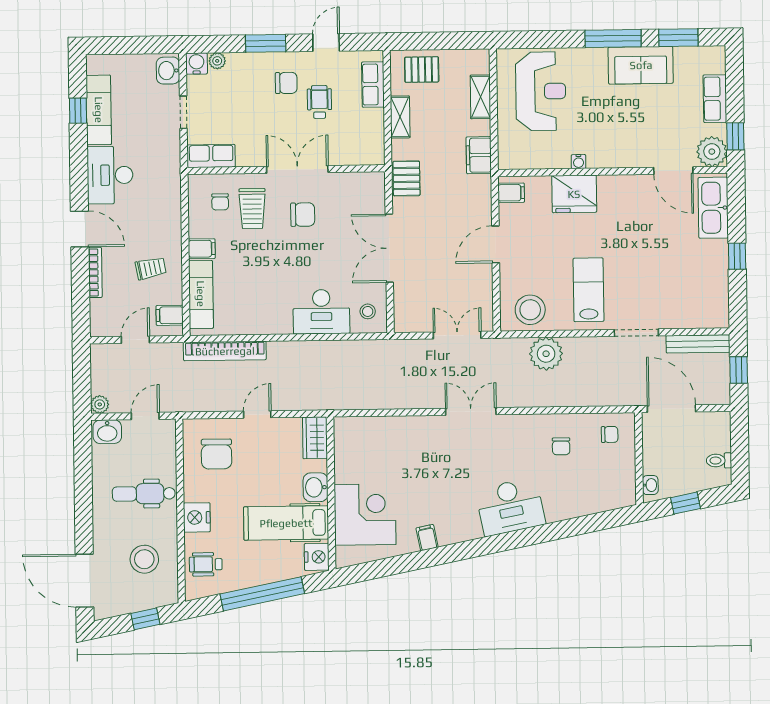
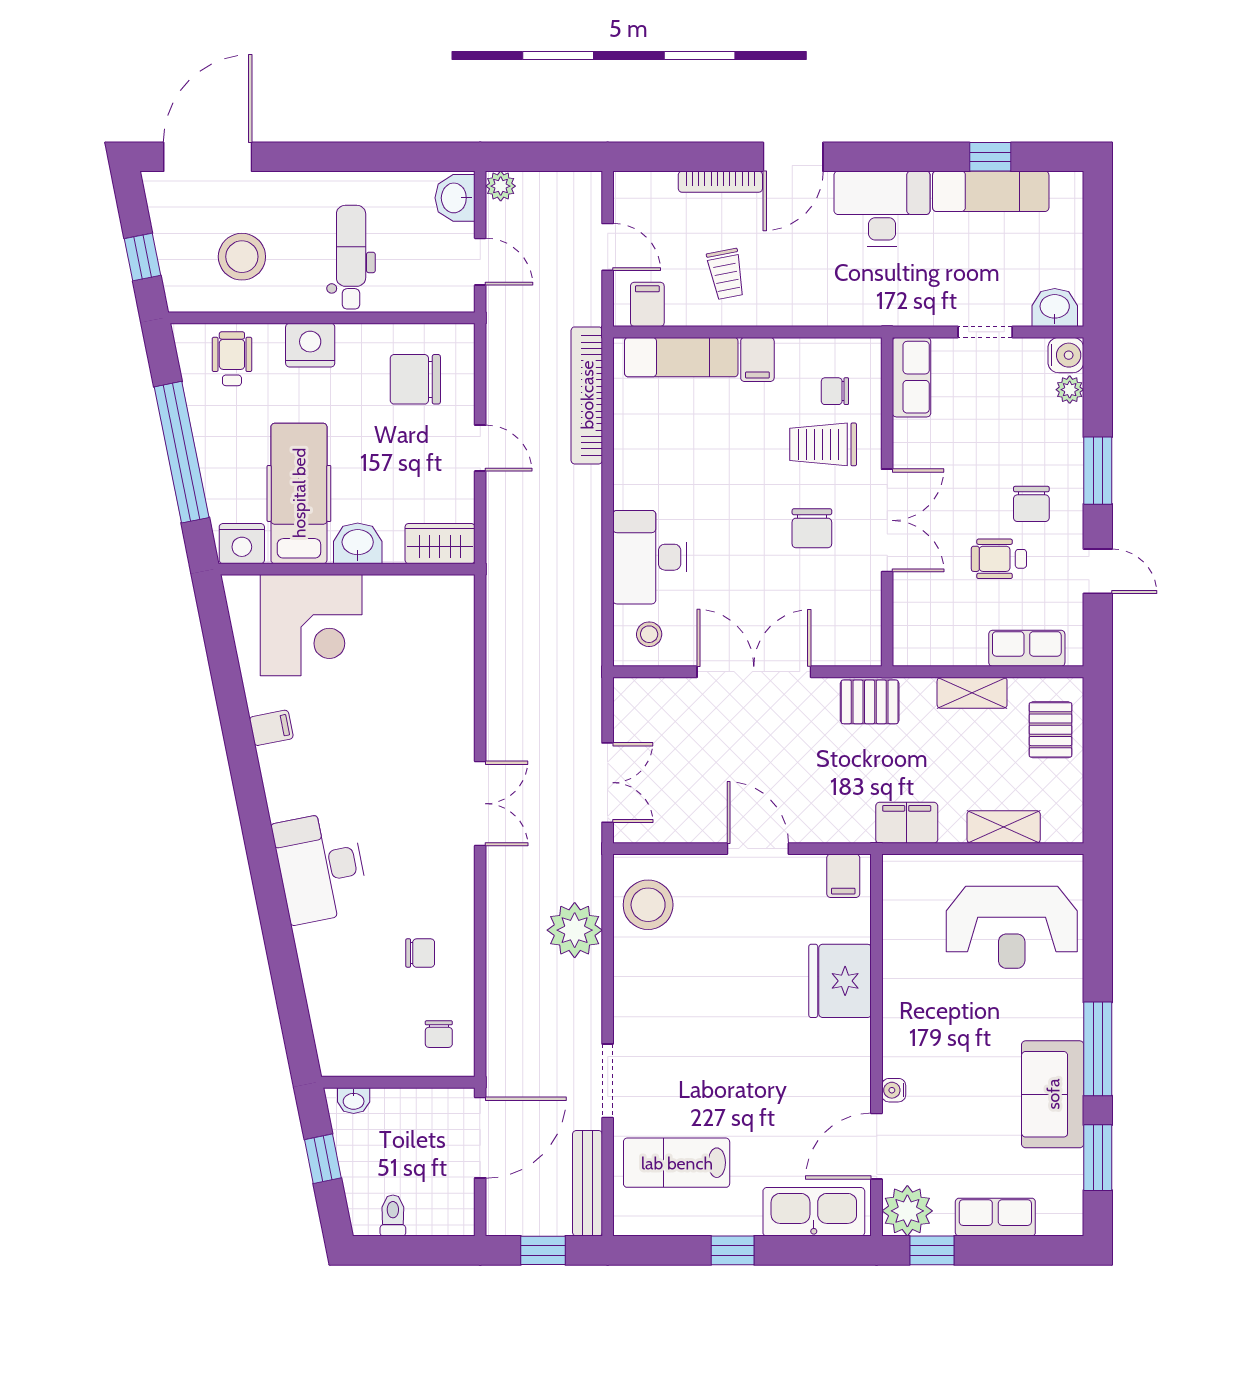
wheelchair: (319, 102) -> (999, 559), turned 180
water cooler: (579, 162) -> (894, 1090), moved
lab bench: (589, 290) -> (677, 1163), moved, turned 180
chair: (561, 446) -> (420, 953), turned 180

